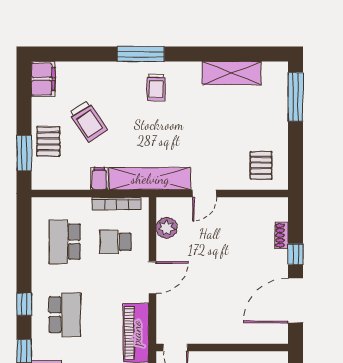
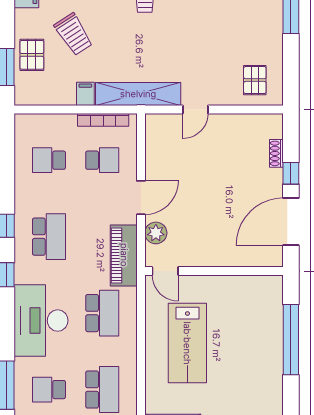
plant: (167, 228) -> (156, 233), moved
school desk: (65, 242) -> (49, 160), width x0.54
school desk: (116, 242) -> (102, 160), turned 180

